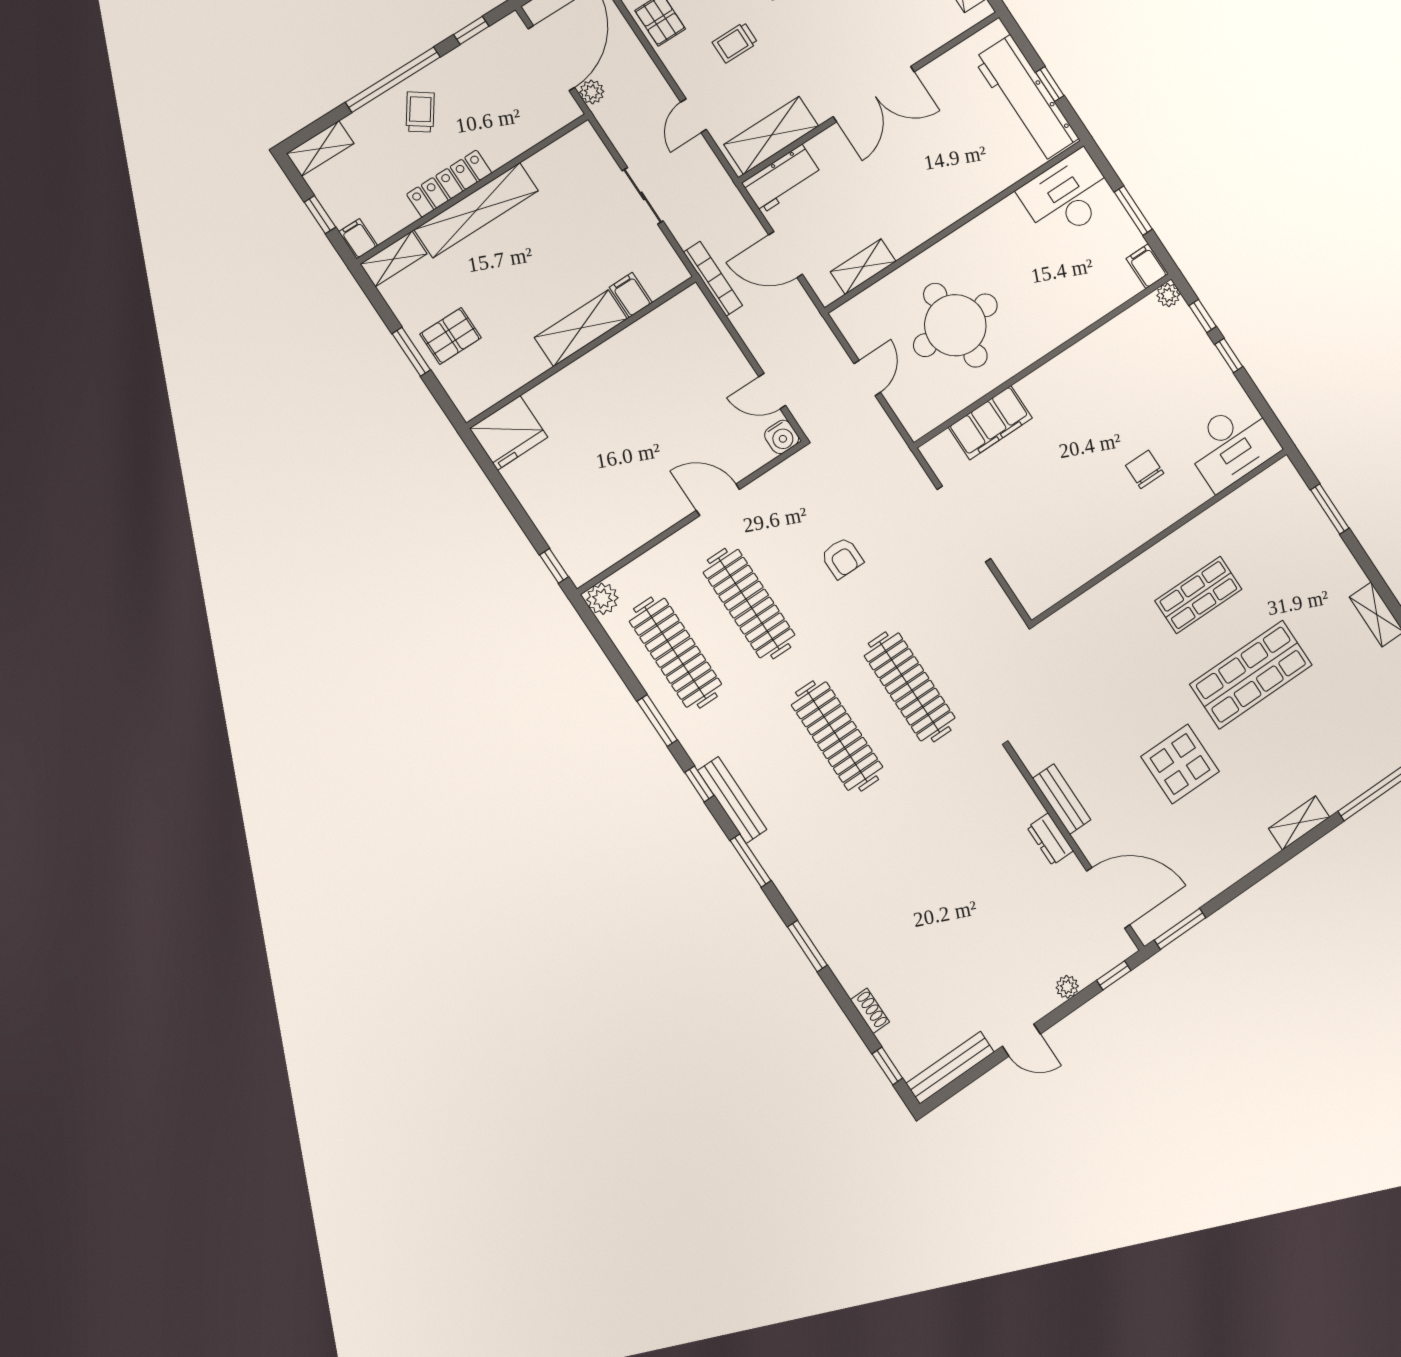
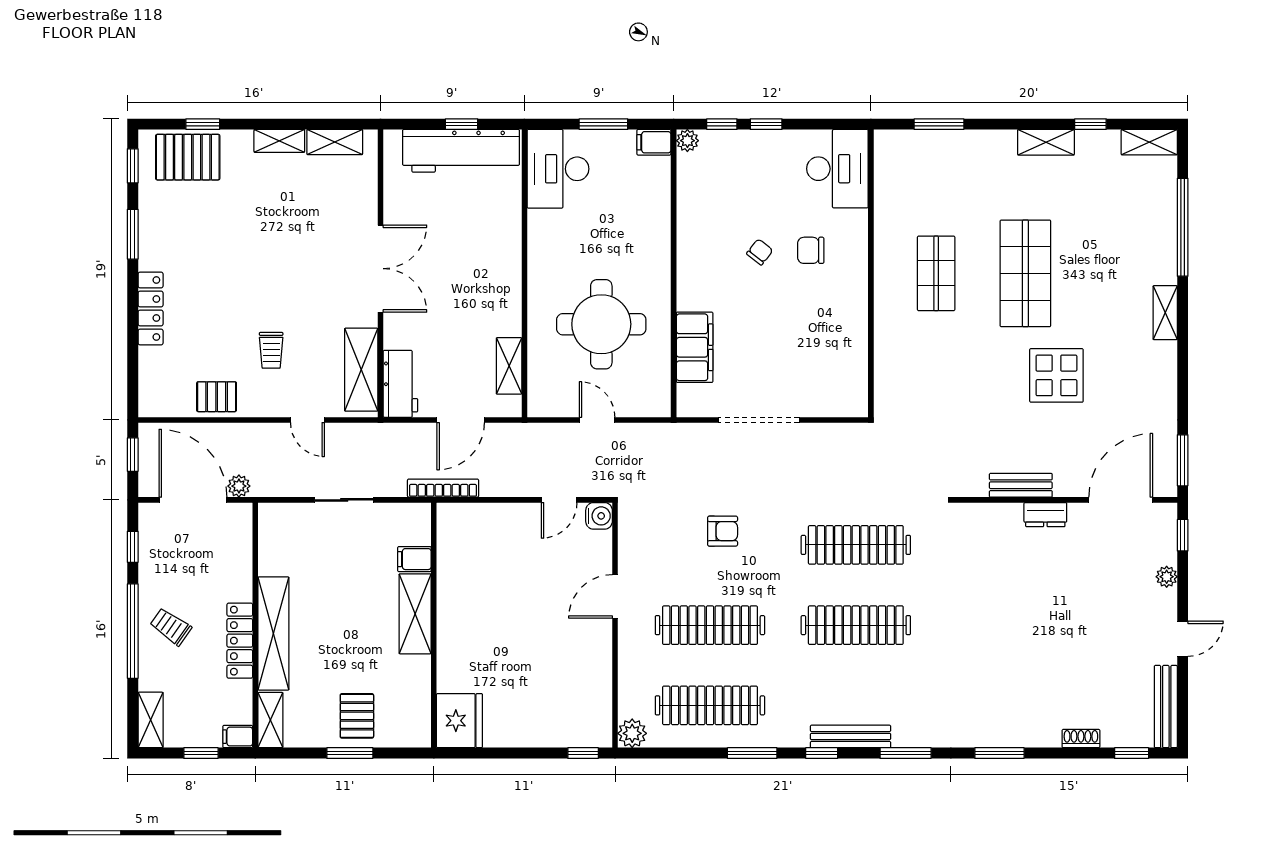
chair: (1113, 425) -> (760, 252), added

